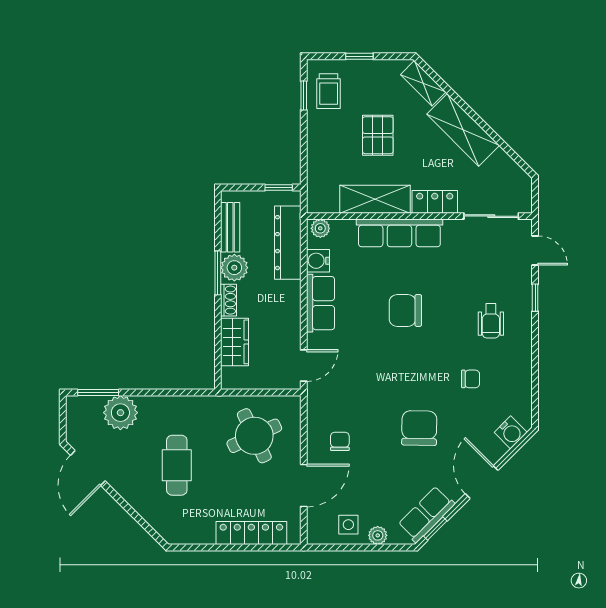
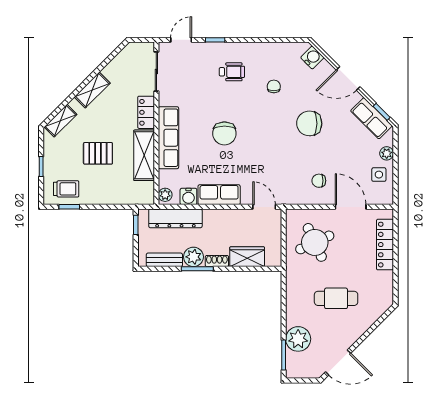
shelving: (463, 130) -> (92, 90), width x0.67, depth x0.75

